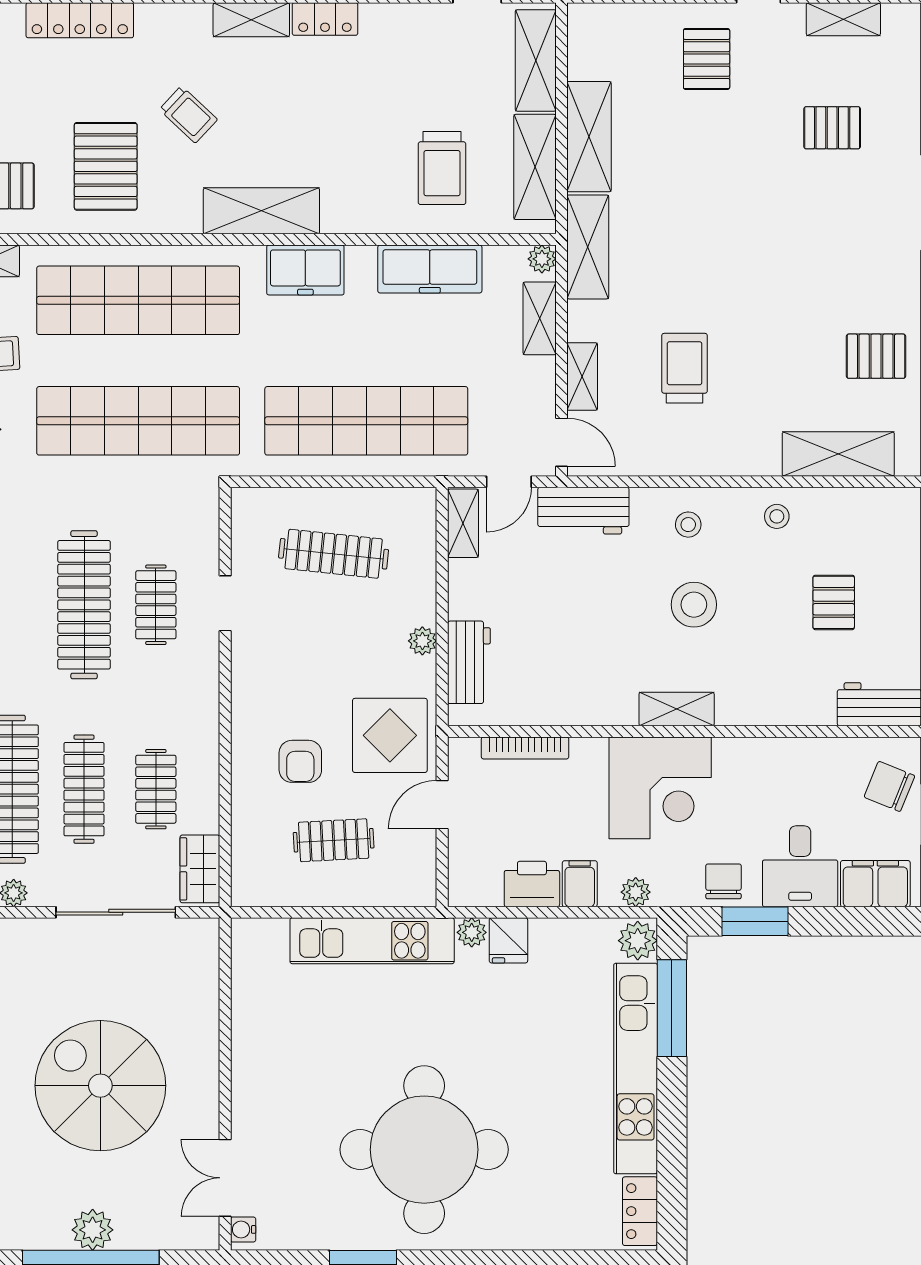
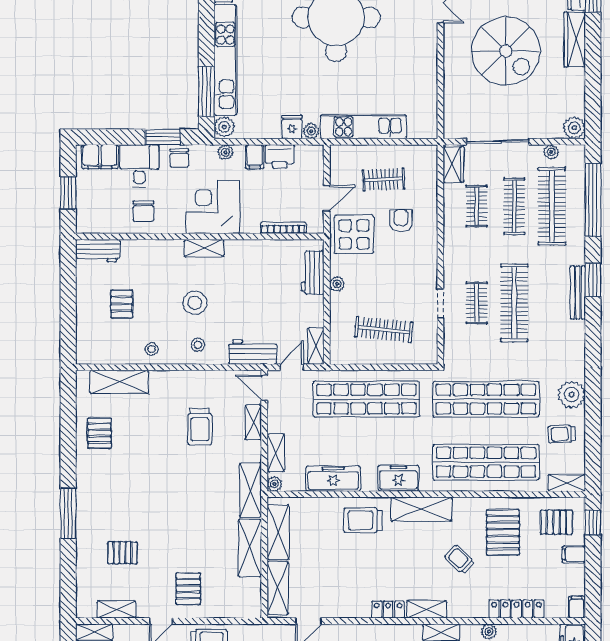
trolley: (442, 168) -> (363, 520), moved, turned -90
pallet: (876, 356) -> (99, 433), turned 90
chair: (889, 786) -> (143, 211), moved, turned 68

